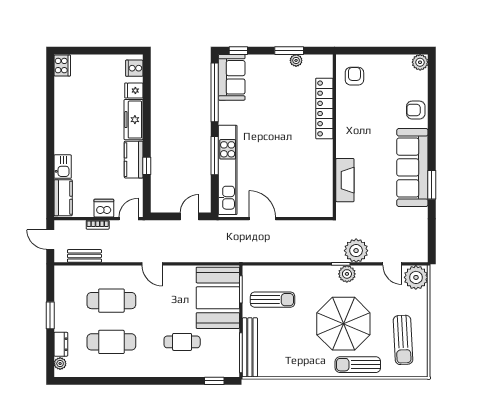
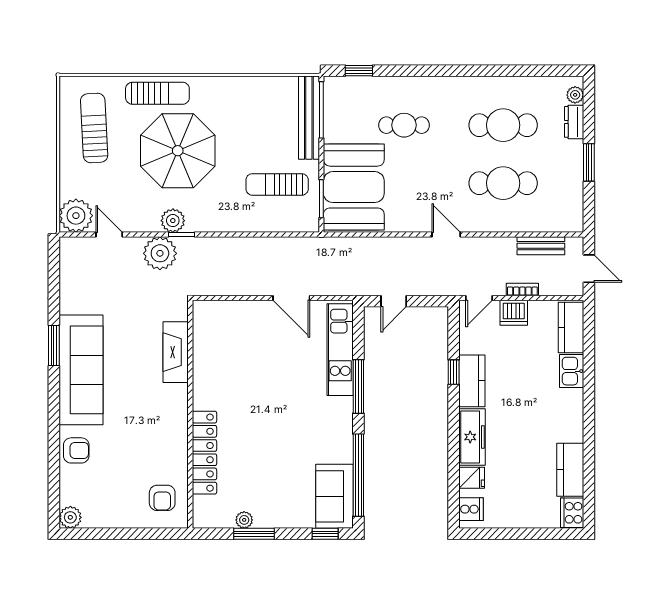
kitchen counter: (64, 96) -> (570, 470), added
kitchen unit: (228, 170) -> (340, 350), width x0.73

